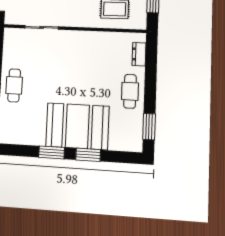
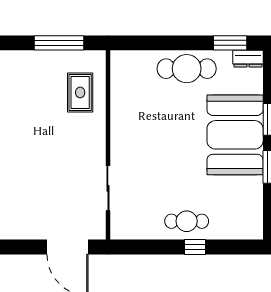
dresser: (139, 54) -> (248, 59), moved
cafe table: (130, 91) -> (187, 69), width x1.37, depth x1.35

